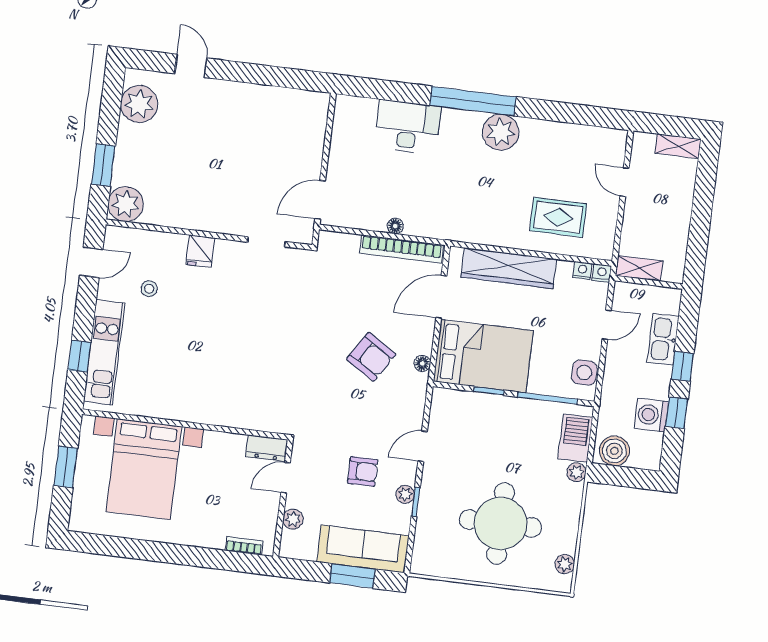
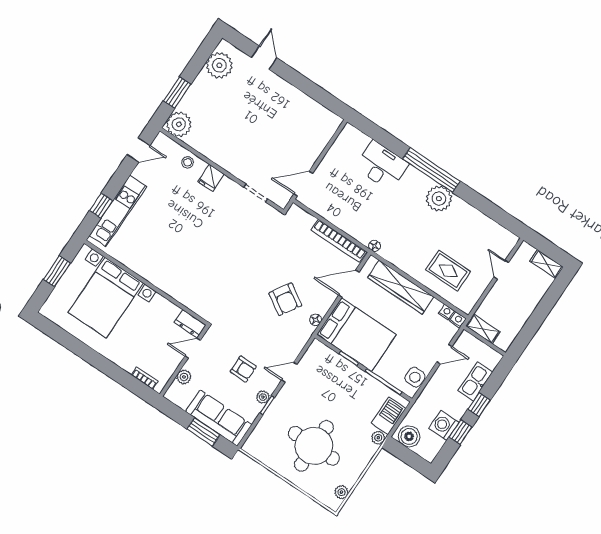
floor lamp: (395, 226) -> (374, 246), moved
stool: (149, 289) -> (188, 162), moved

